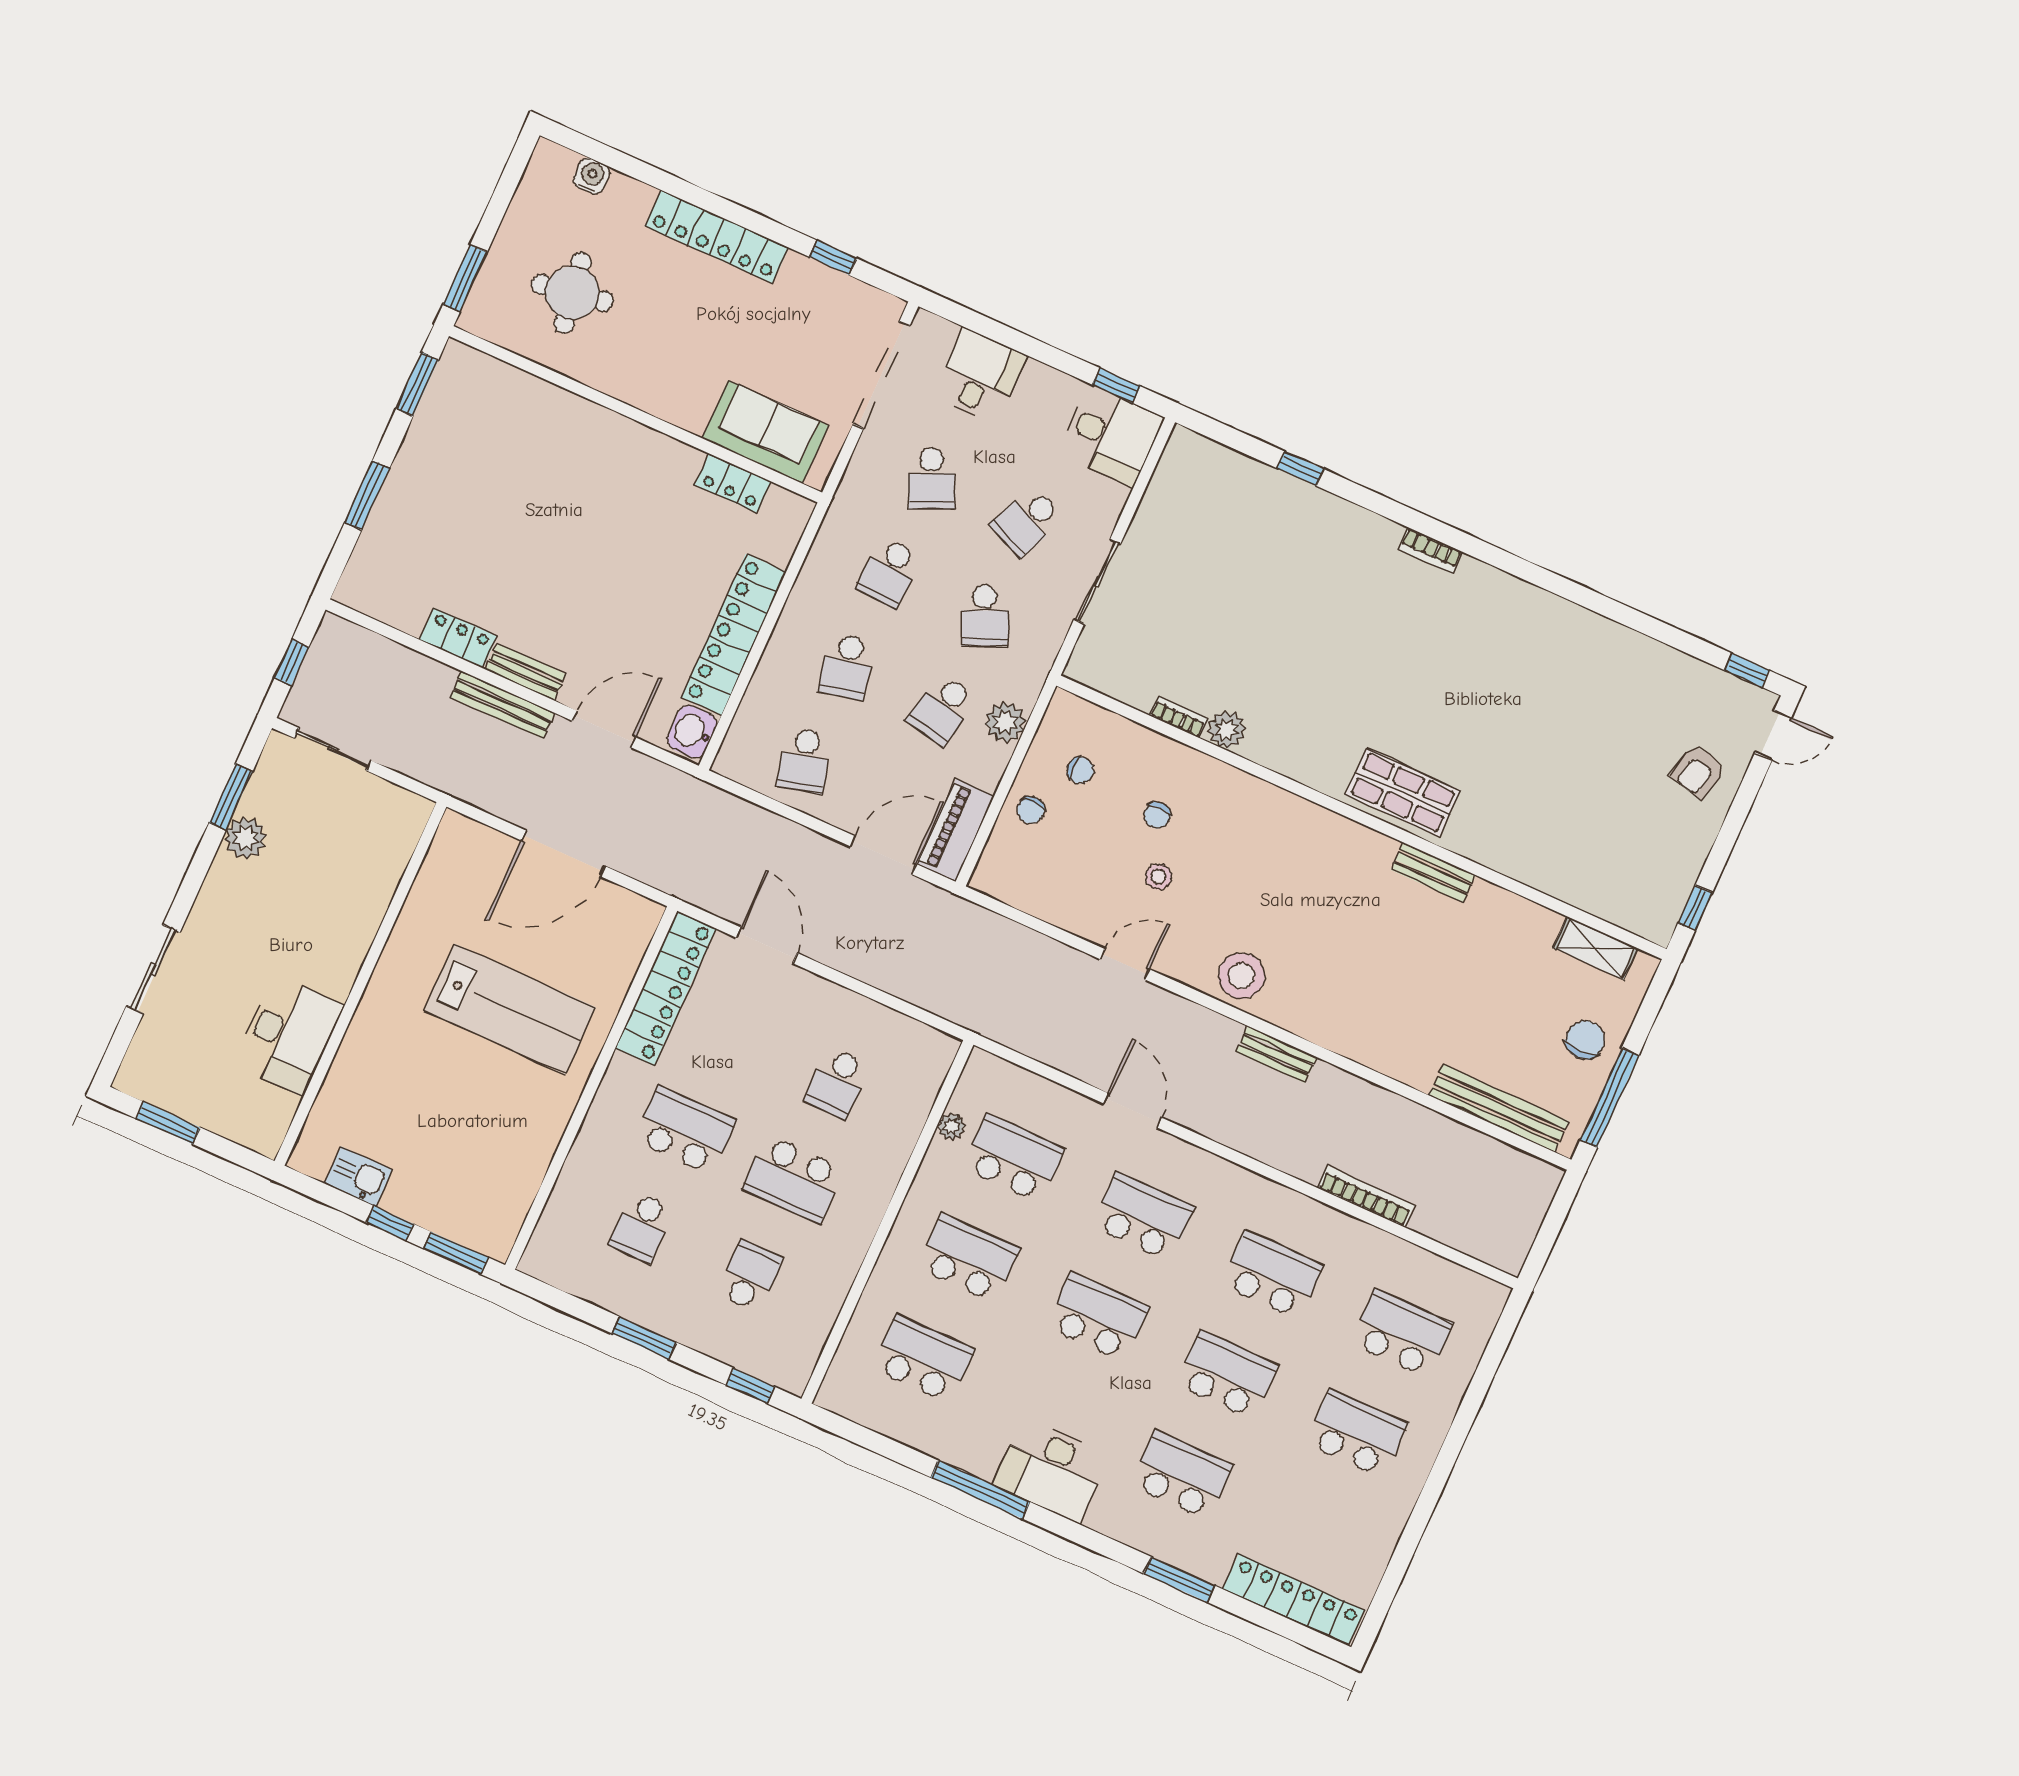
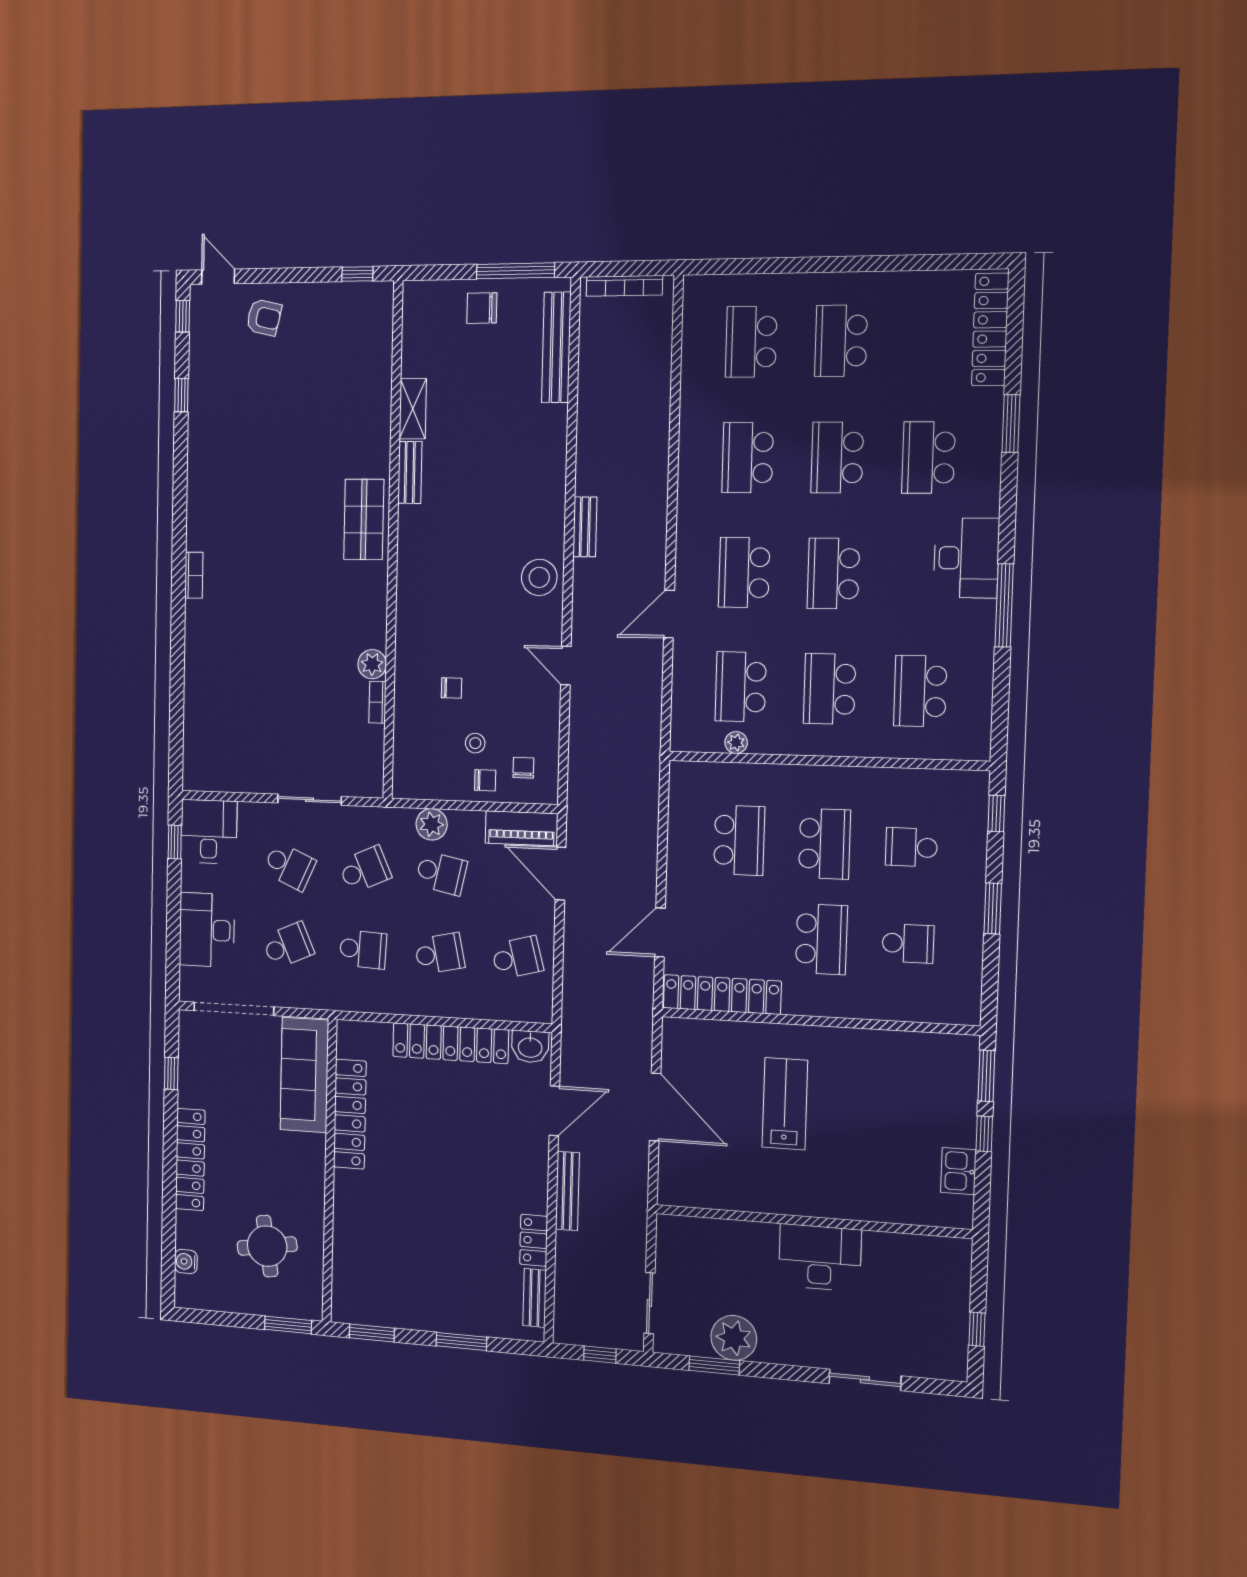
desk: (980, 376) -> (207, 930), width x1.37
sofa: (765, 432) -> (304, 1075), width x1.36
window: (1300, 469) -> (181, 395), moved
locker: (733, 483) -> (350, 1114), width x2.16, depth x1.21
bench: (526, 672) -> (535, 1298), moved
door: (604, 729) -> (554, 1111), swing flipped
chair: (1080, 770) -> (523, 768), moved
plant: (246, 838) -> (734, 1338), width x1.36, depth x1.36
stool: (1159, 877) -> (475, 743), moved
shelving: (1595, 948) -> (413, 409), moved
lab bench: (510, 1009) -> (785, 1104), width x0.73, depth x0.72
desk: (288, 1035) -> (820, 1258), moved
school desk: (837, 1083) -> (739, 840), width x1.85
window: (168, 1123) -> (977, 1329), width x0.67
school desk: (685, 1130) -> (821, 939), turned 180
bookcase: (1366, 1196) -> (624, 286), moved, turned -90

